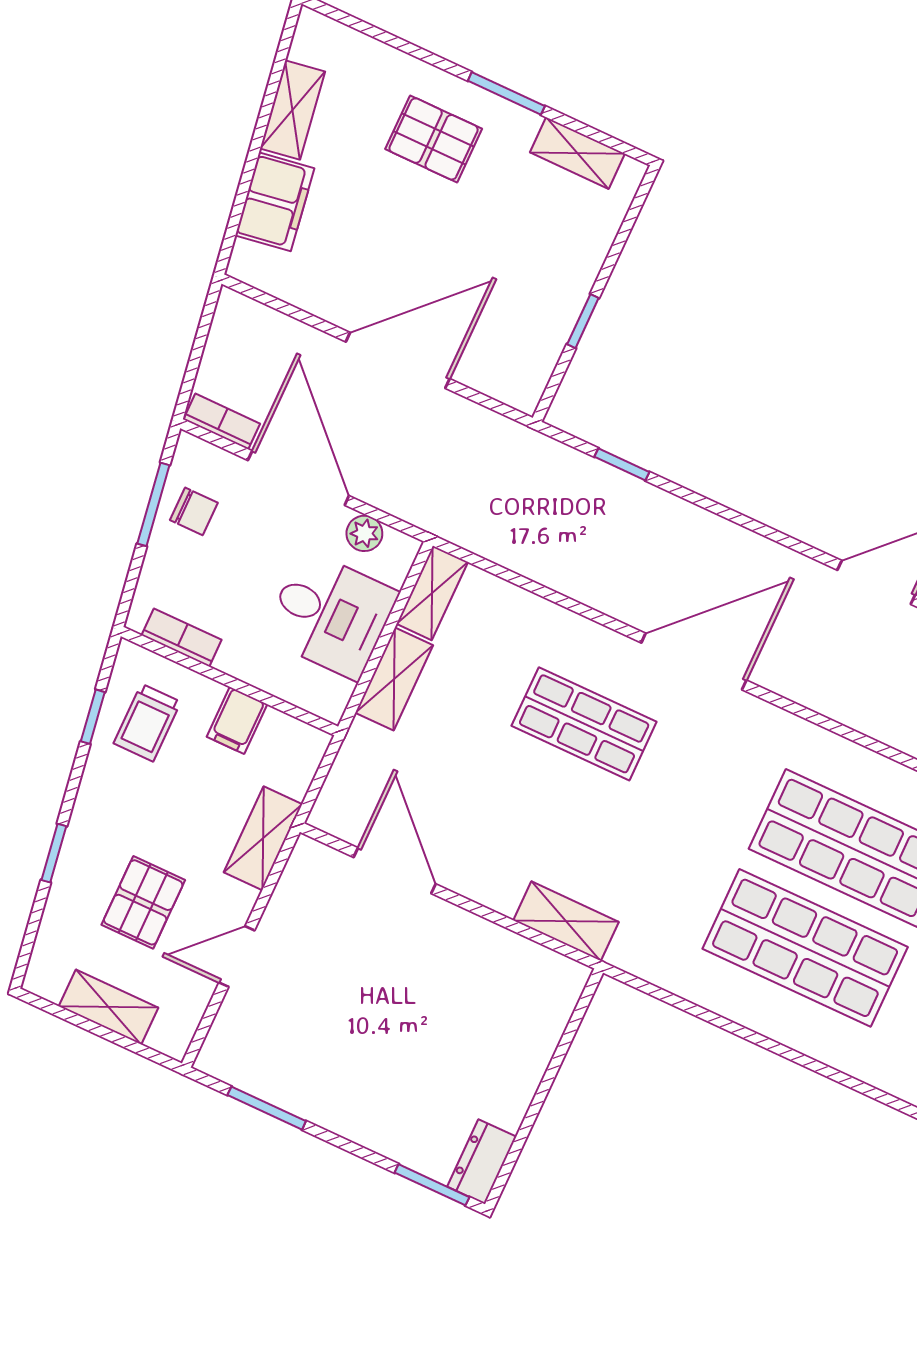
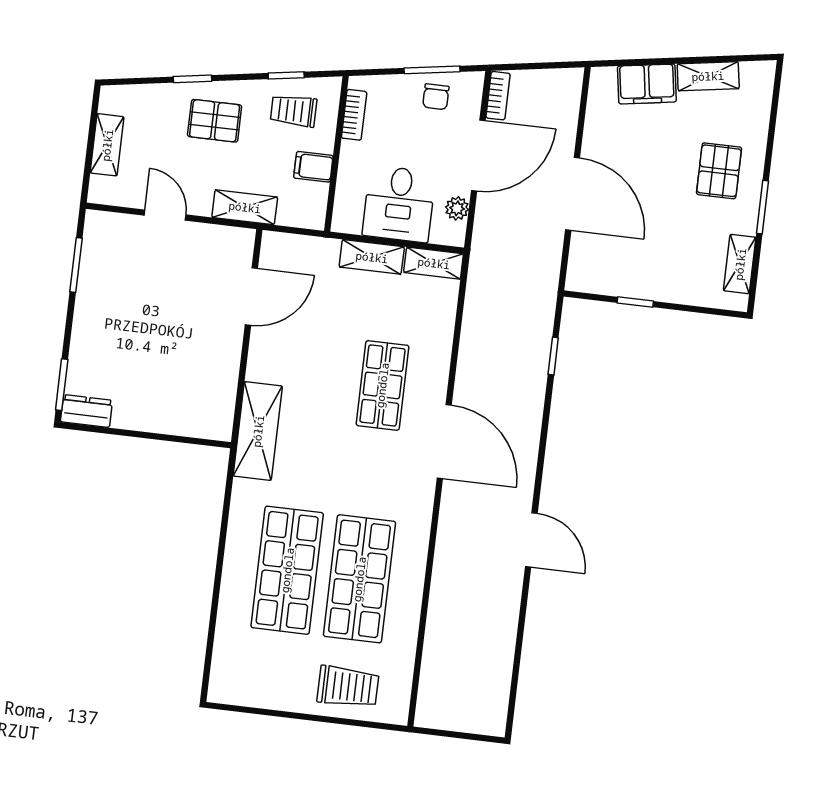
pallet: (143, 902) -> (215, 121), moved
shelving: (566, 921) -> (258, 431), width x1.50, depth x1.33

